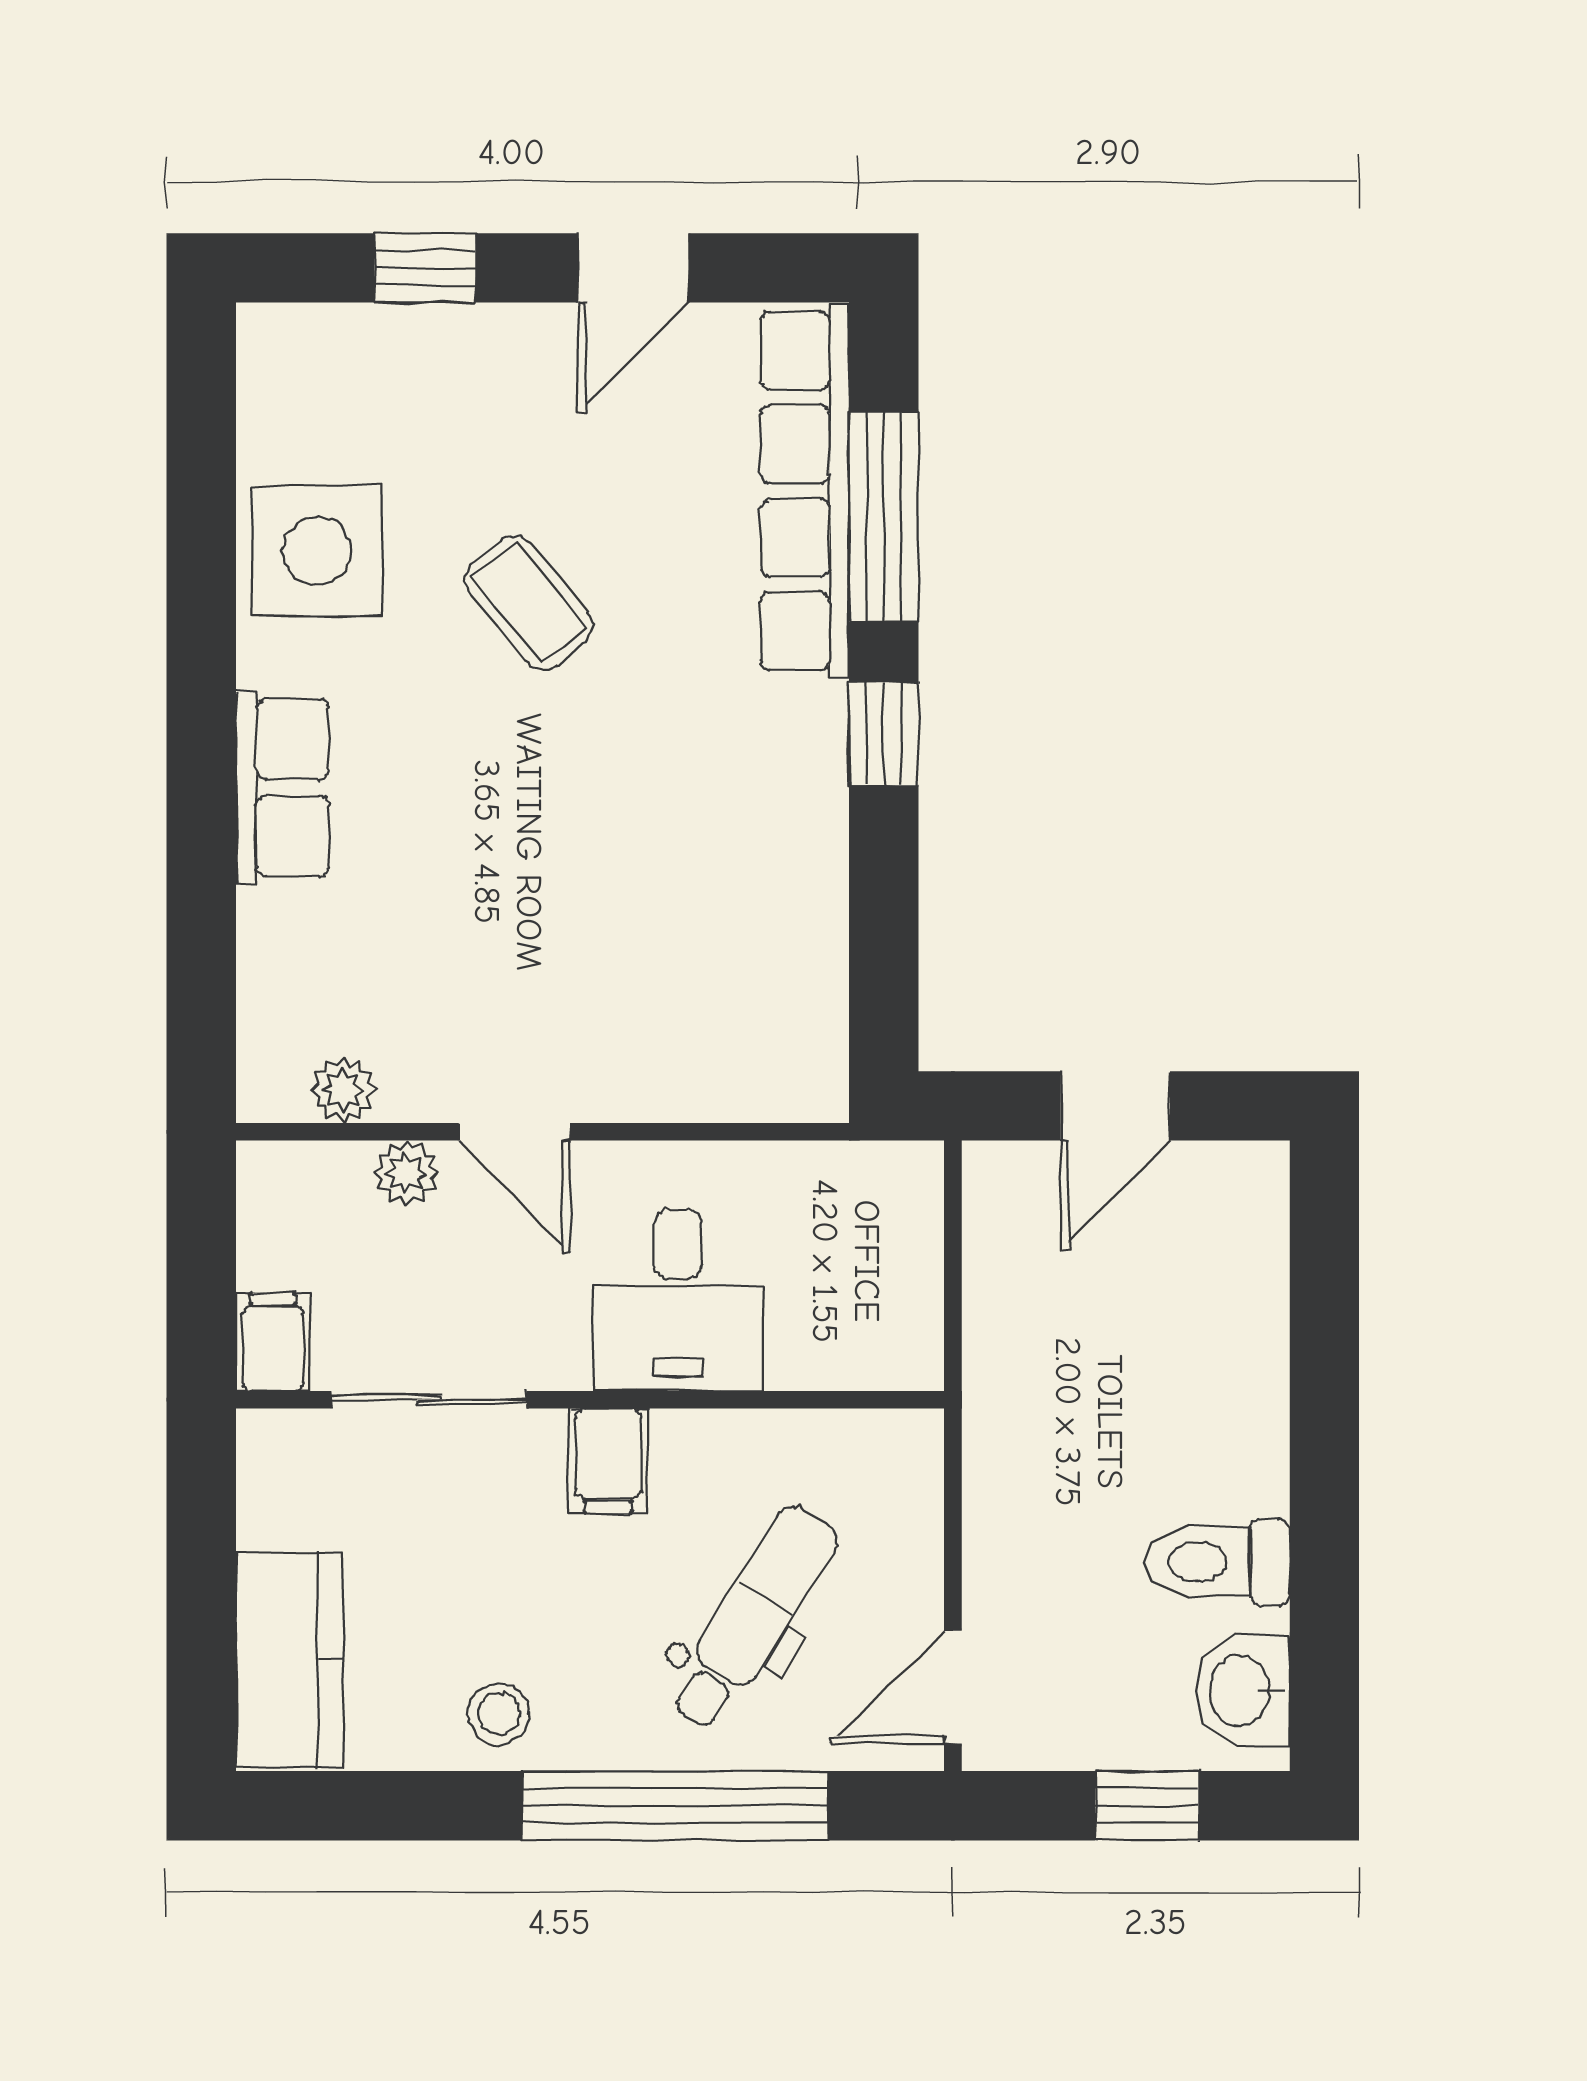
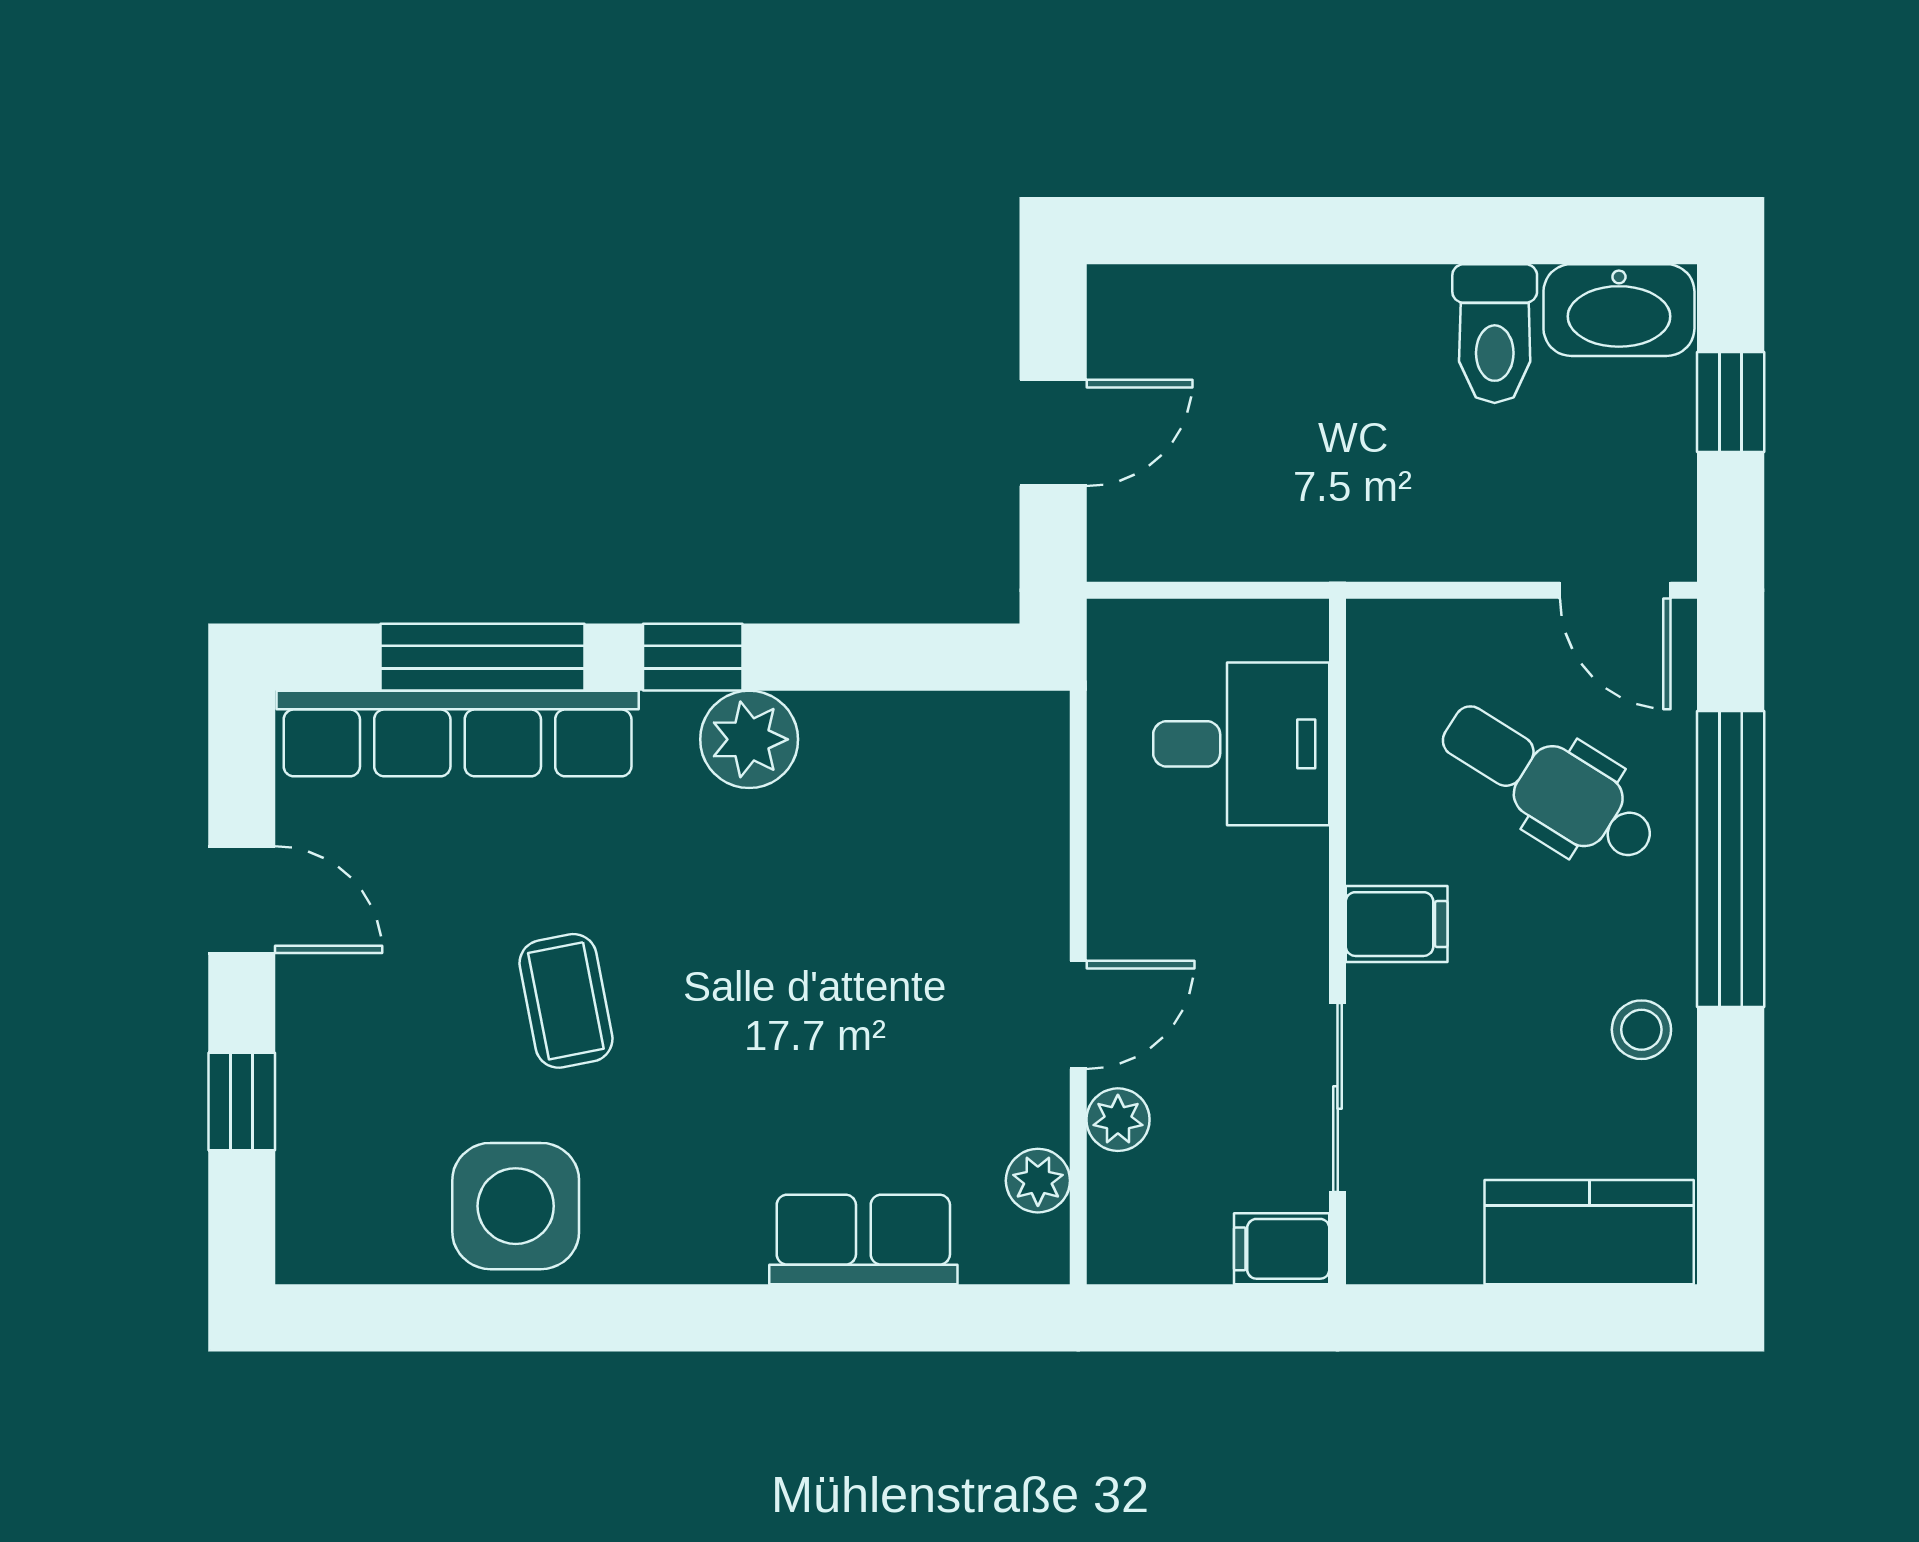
coffee table: (529, 603) -> (566, 1001), turned -62
row of seats: (282, 788) -> (863, 1240), moved
plant: (799, 792) -> (749, 739), added
door: (1115, 1106) -> (1053, 433), hinge flipped
desk: (678, 1300) -> (1241, 744), moved
washbasin: (1242, 1690) -> (1619, 310), width x1.38

